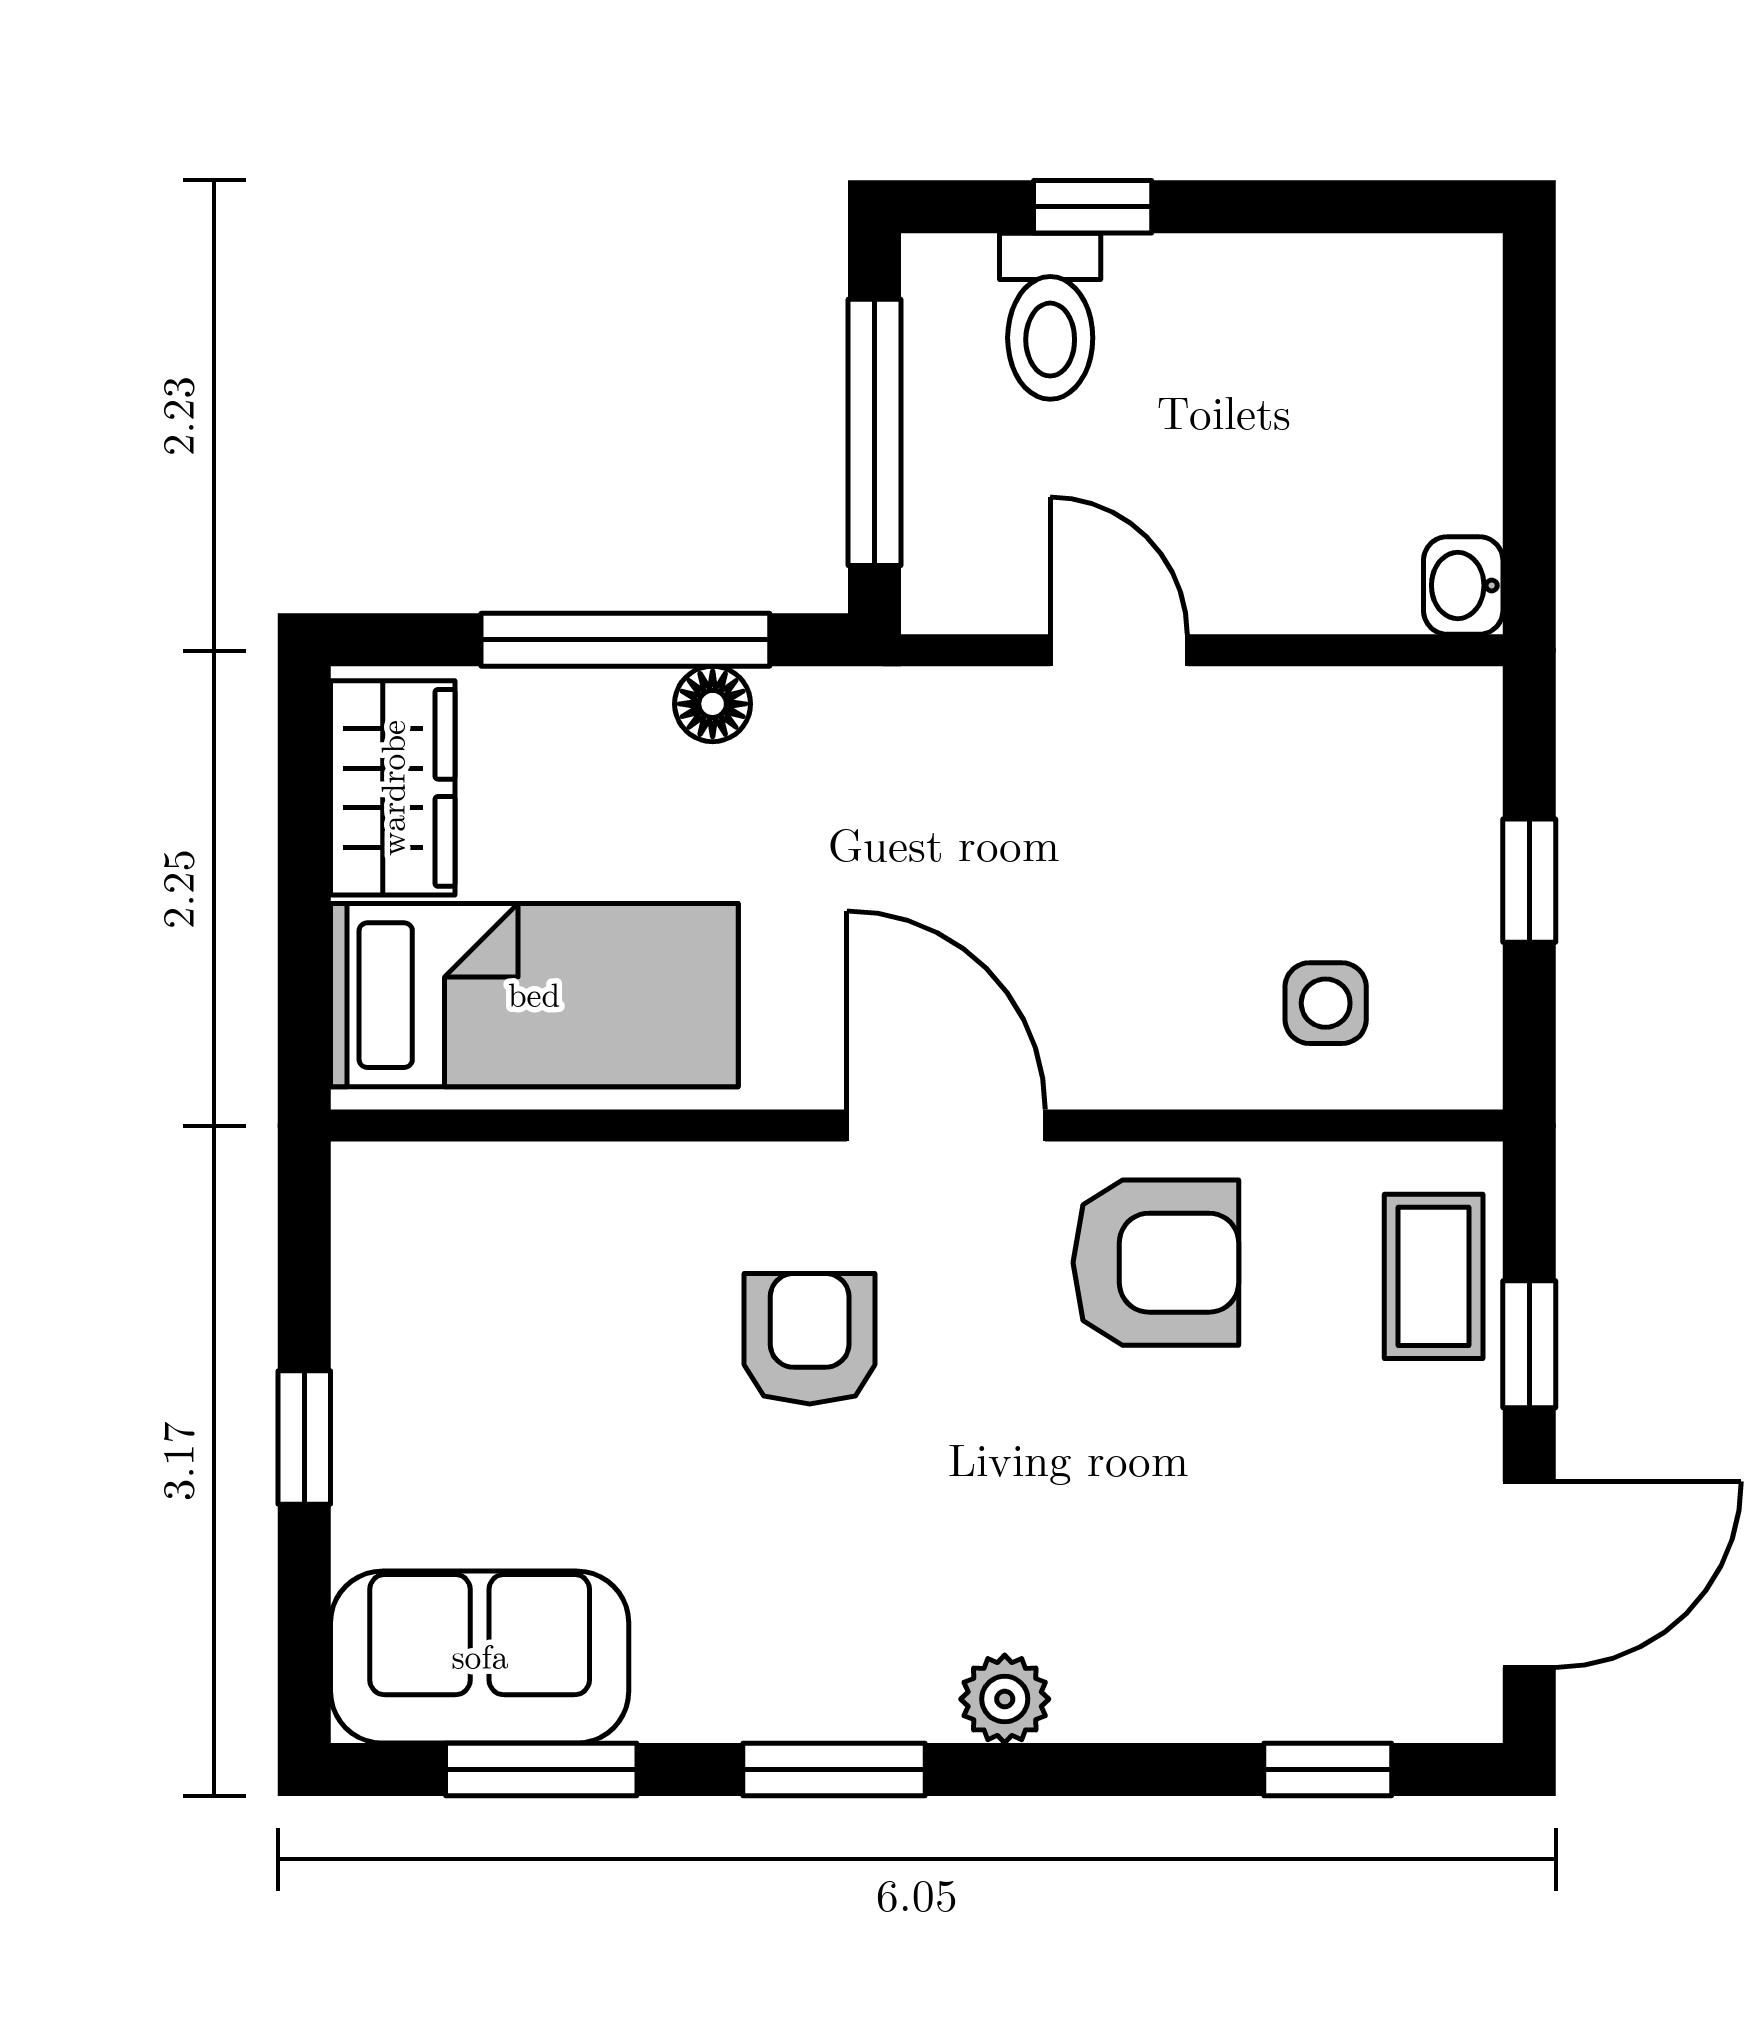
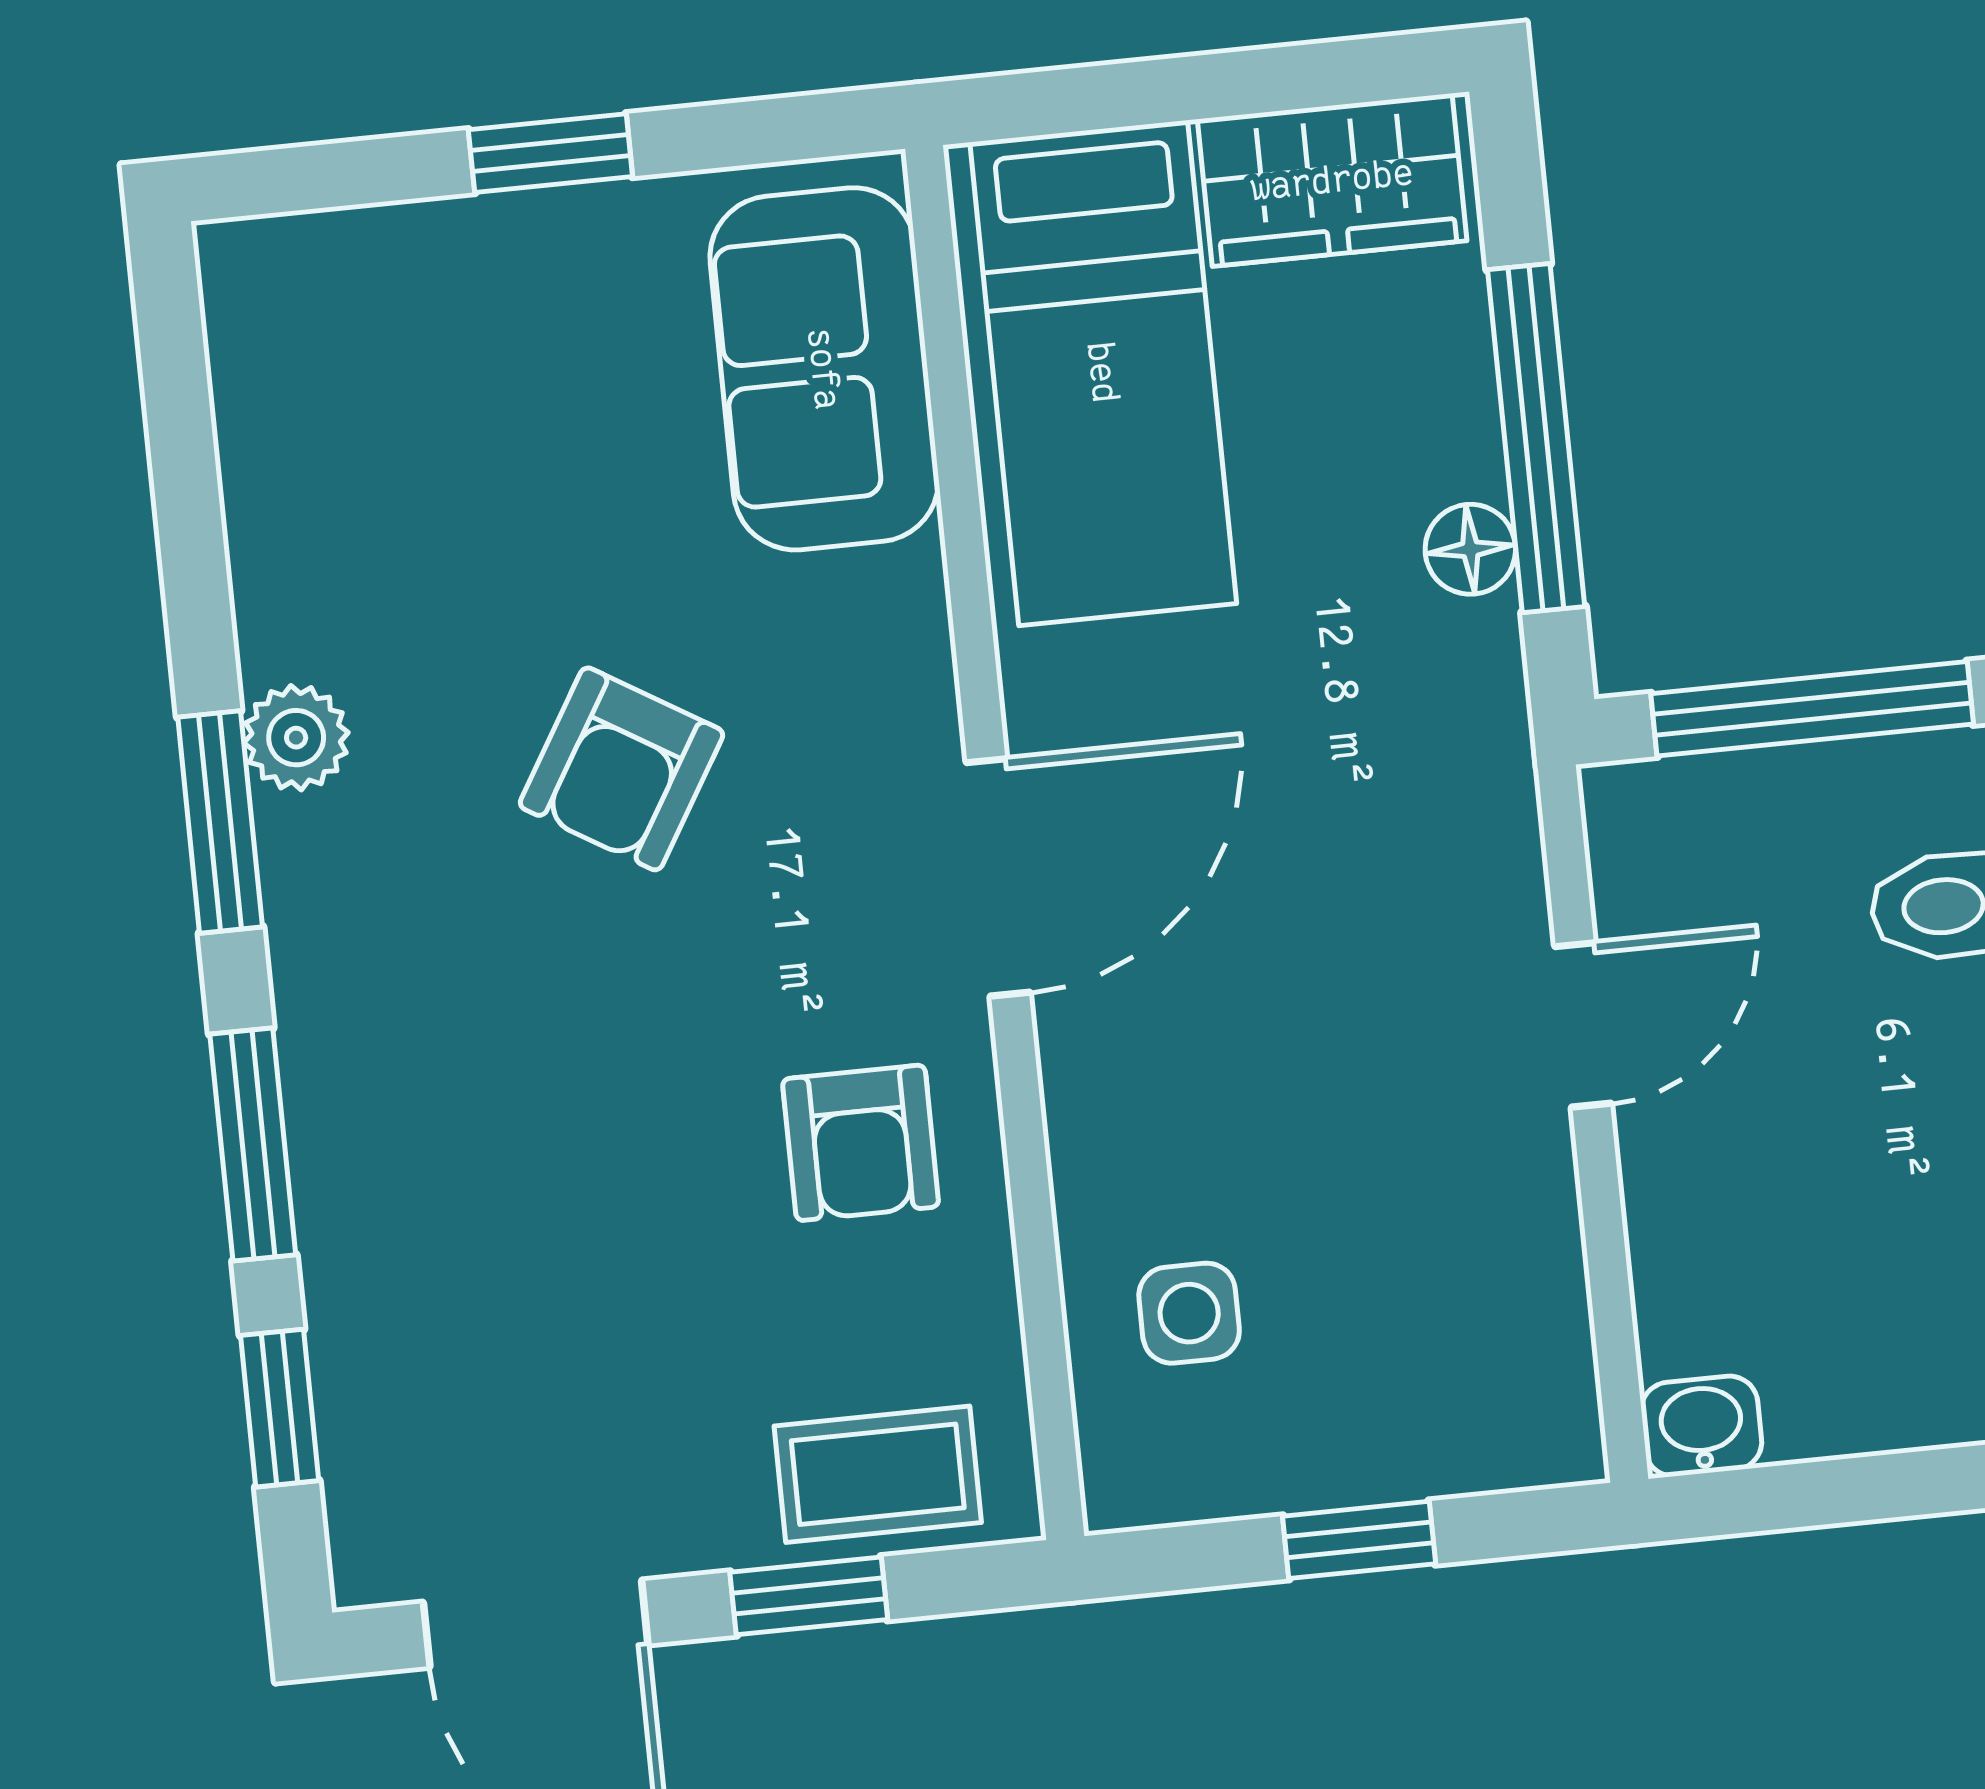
armchair: (1156, 1263) -> (861, 1143), width x0.72, depth x0.72
armchair: (810, 1339) -> (621, 769), moved, turned 121
sofa: (480, 1657) -> (824, 369), moved, turned 180
plant: (1005, 1699) -> (296, 738), moved
window: (541, 1770) -> (253, 1145), moved

